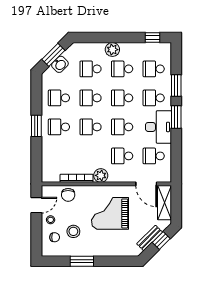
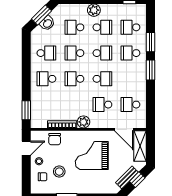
school desk: (122, 69) -> (102, 27), turned 180
school desk: (59, 98) -> (46, 53), turned 180
school desk: (122, 98) -> (102, 53), turned 180
window: (36, 126) -> (26, 110), moved
school desk: (122, 127) -> (102, 79), turned 180
desk: (158, 127) -> (135, 79), removed

